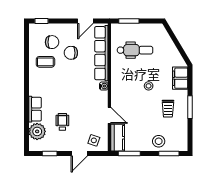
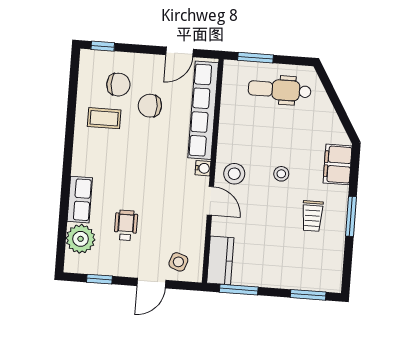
dental chair: (135, 50) -> (280, 90), moved, turned 180
door: (109, 115) -> (210, 201), moved
stool: (159, 141) -> (234, 174), moved

